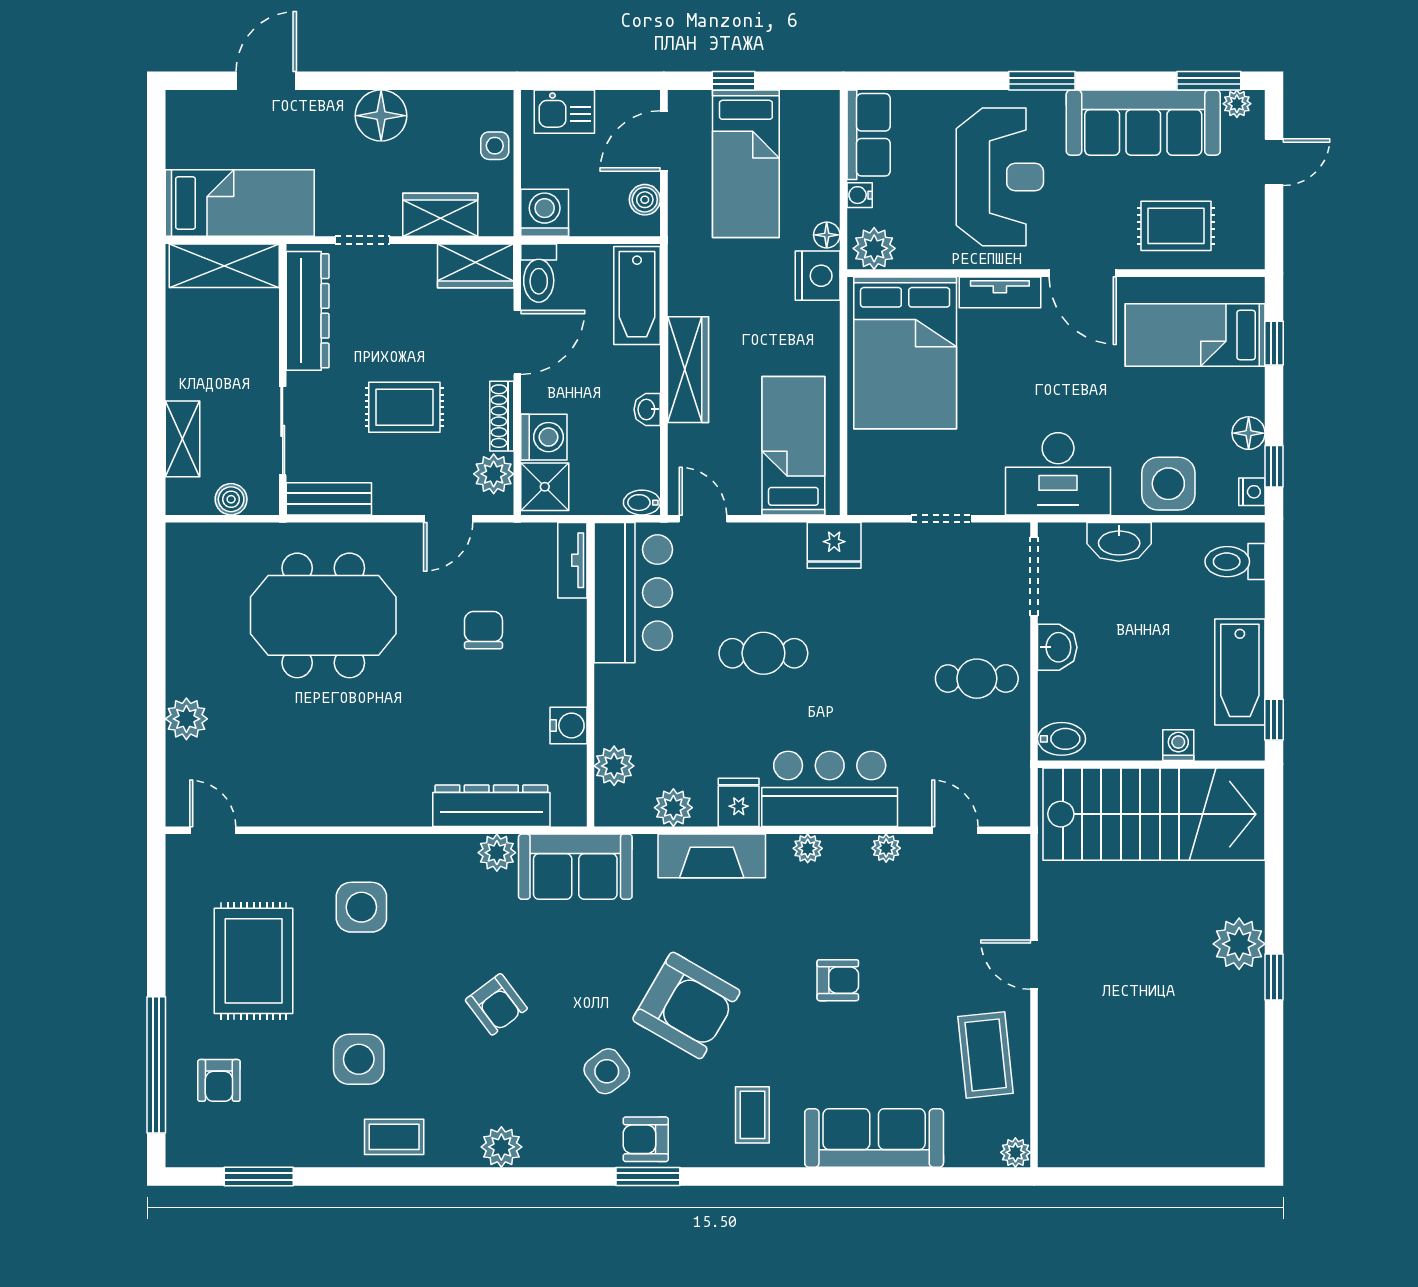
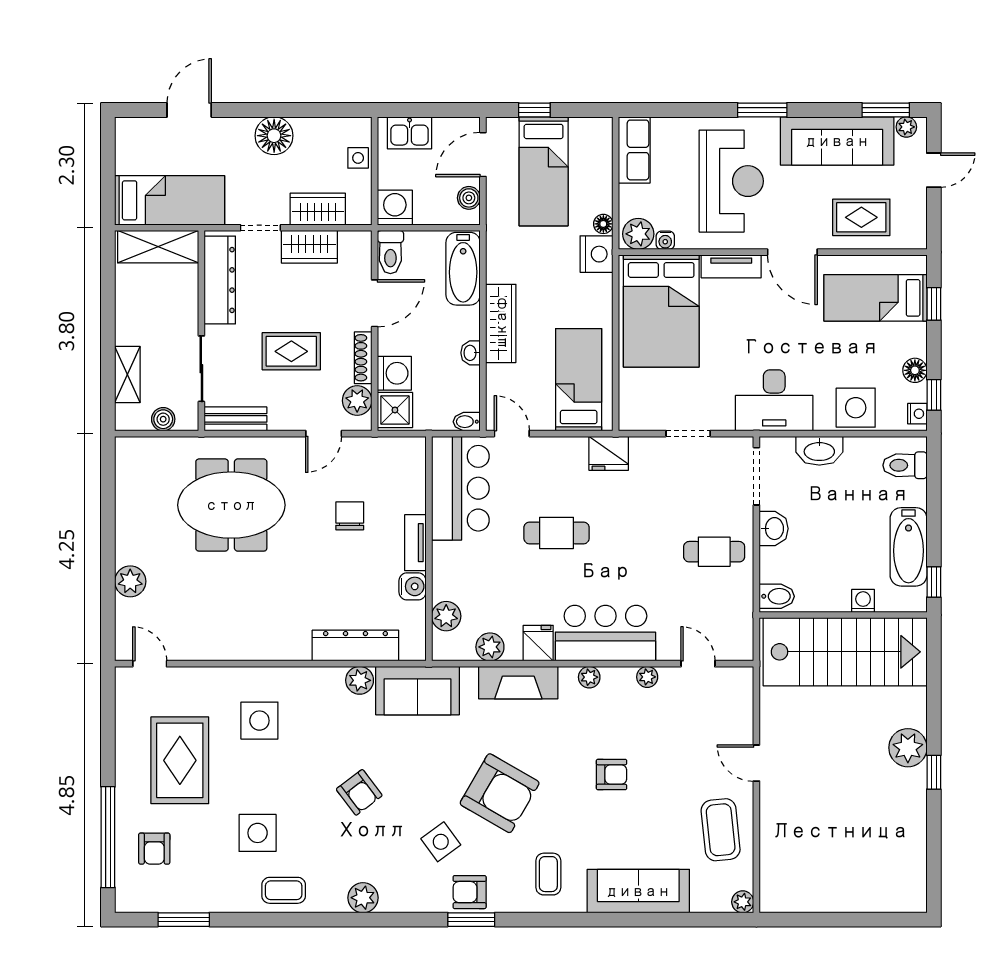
water cooler: (860, 195) -> (665, 240), moved, turned -90
wardrobe: (476, 266) -> (309, 247), moved
tv unit: (572, 560) -> (415, 543), moved

